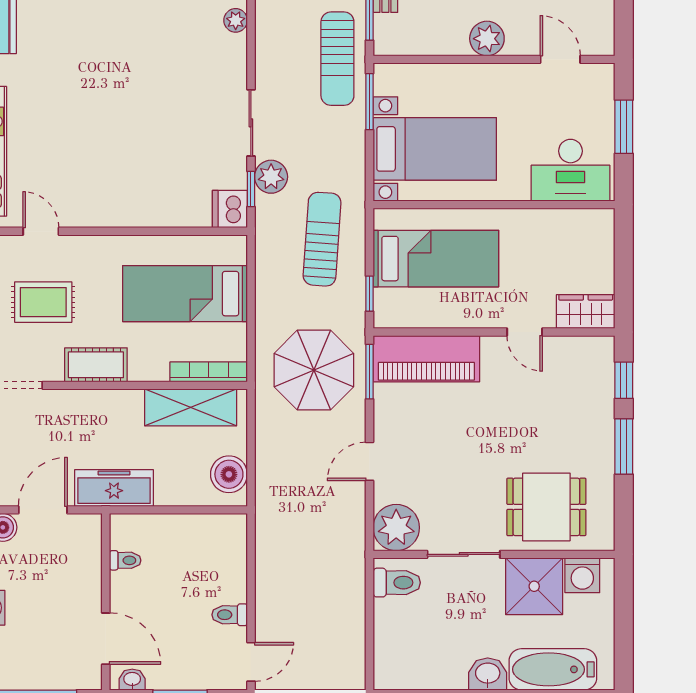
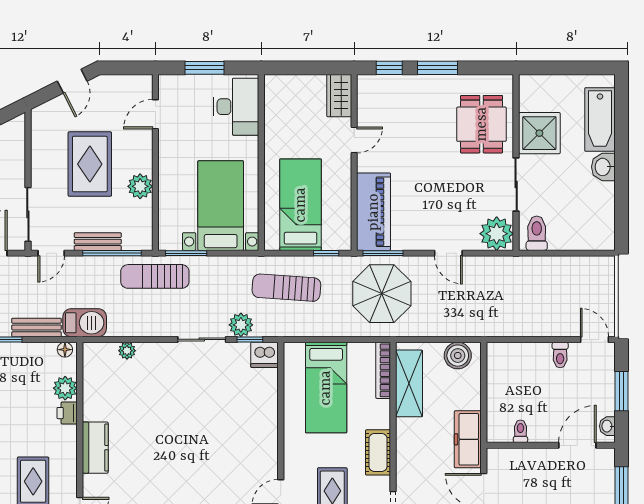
plant: (487, 39) -> (140, 186), moved
sun lounger: (337, 59) -> (155, 276), turned 180
washing machine: (582, 575) -> (531, 98), removed

